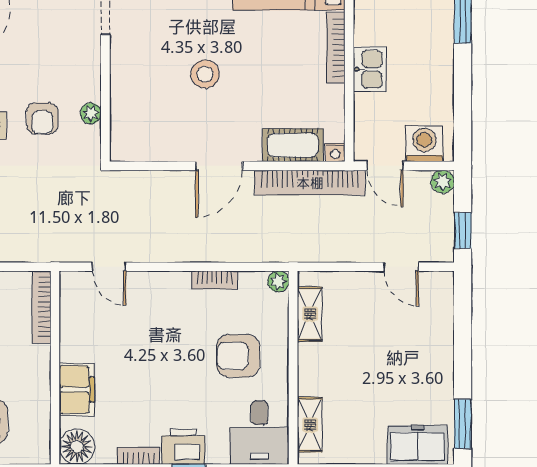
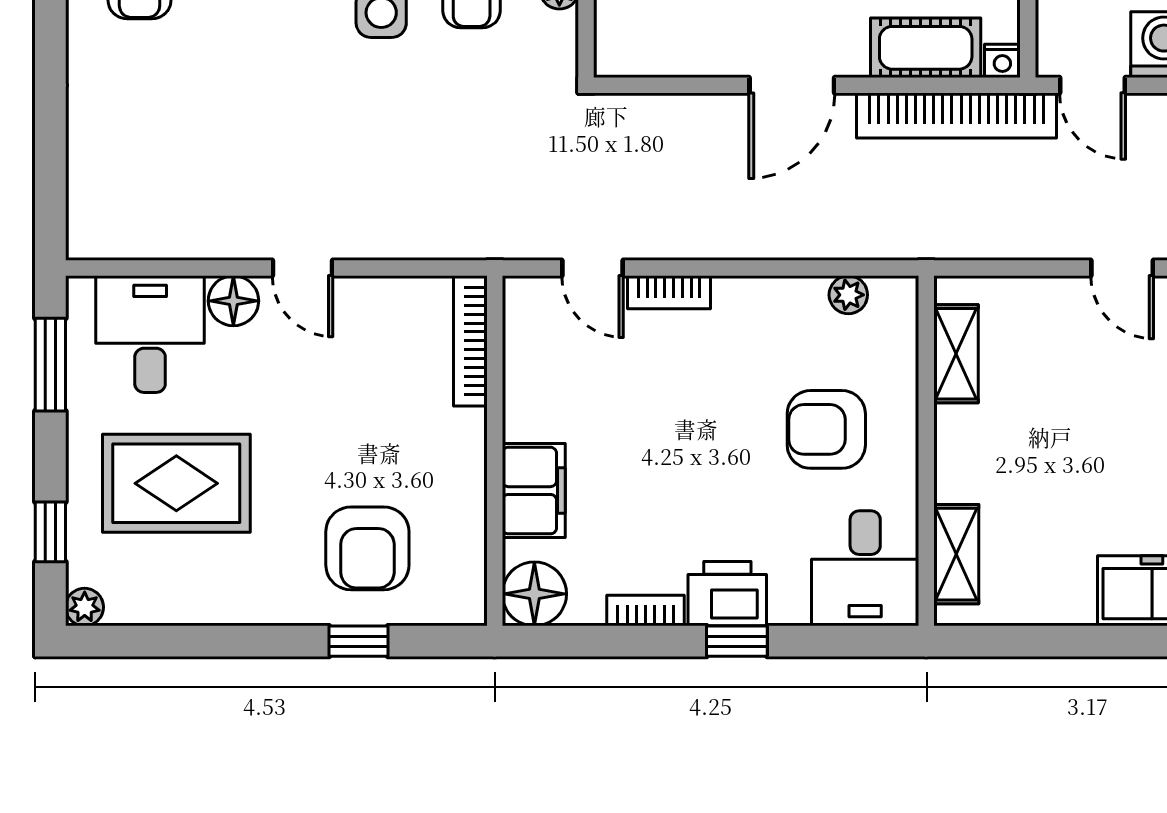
bookcase: (215, 280) -> (669, 292), moved
plant: (278, 282) -> (848, 295), moved

